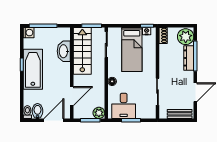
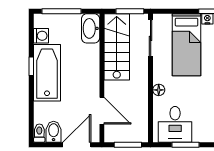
washing machine: (29, 33) -> (41, 36), moved
washbasin: (64, 51) -> (91, 28), moved
door: (72, 96) -> (102, 111), hinge flipped
plant: (99, 113) -> (140, 134), removed

